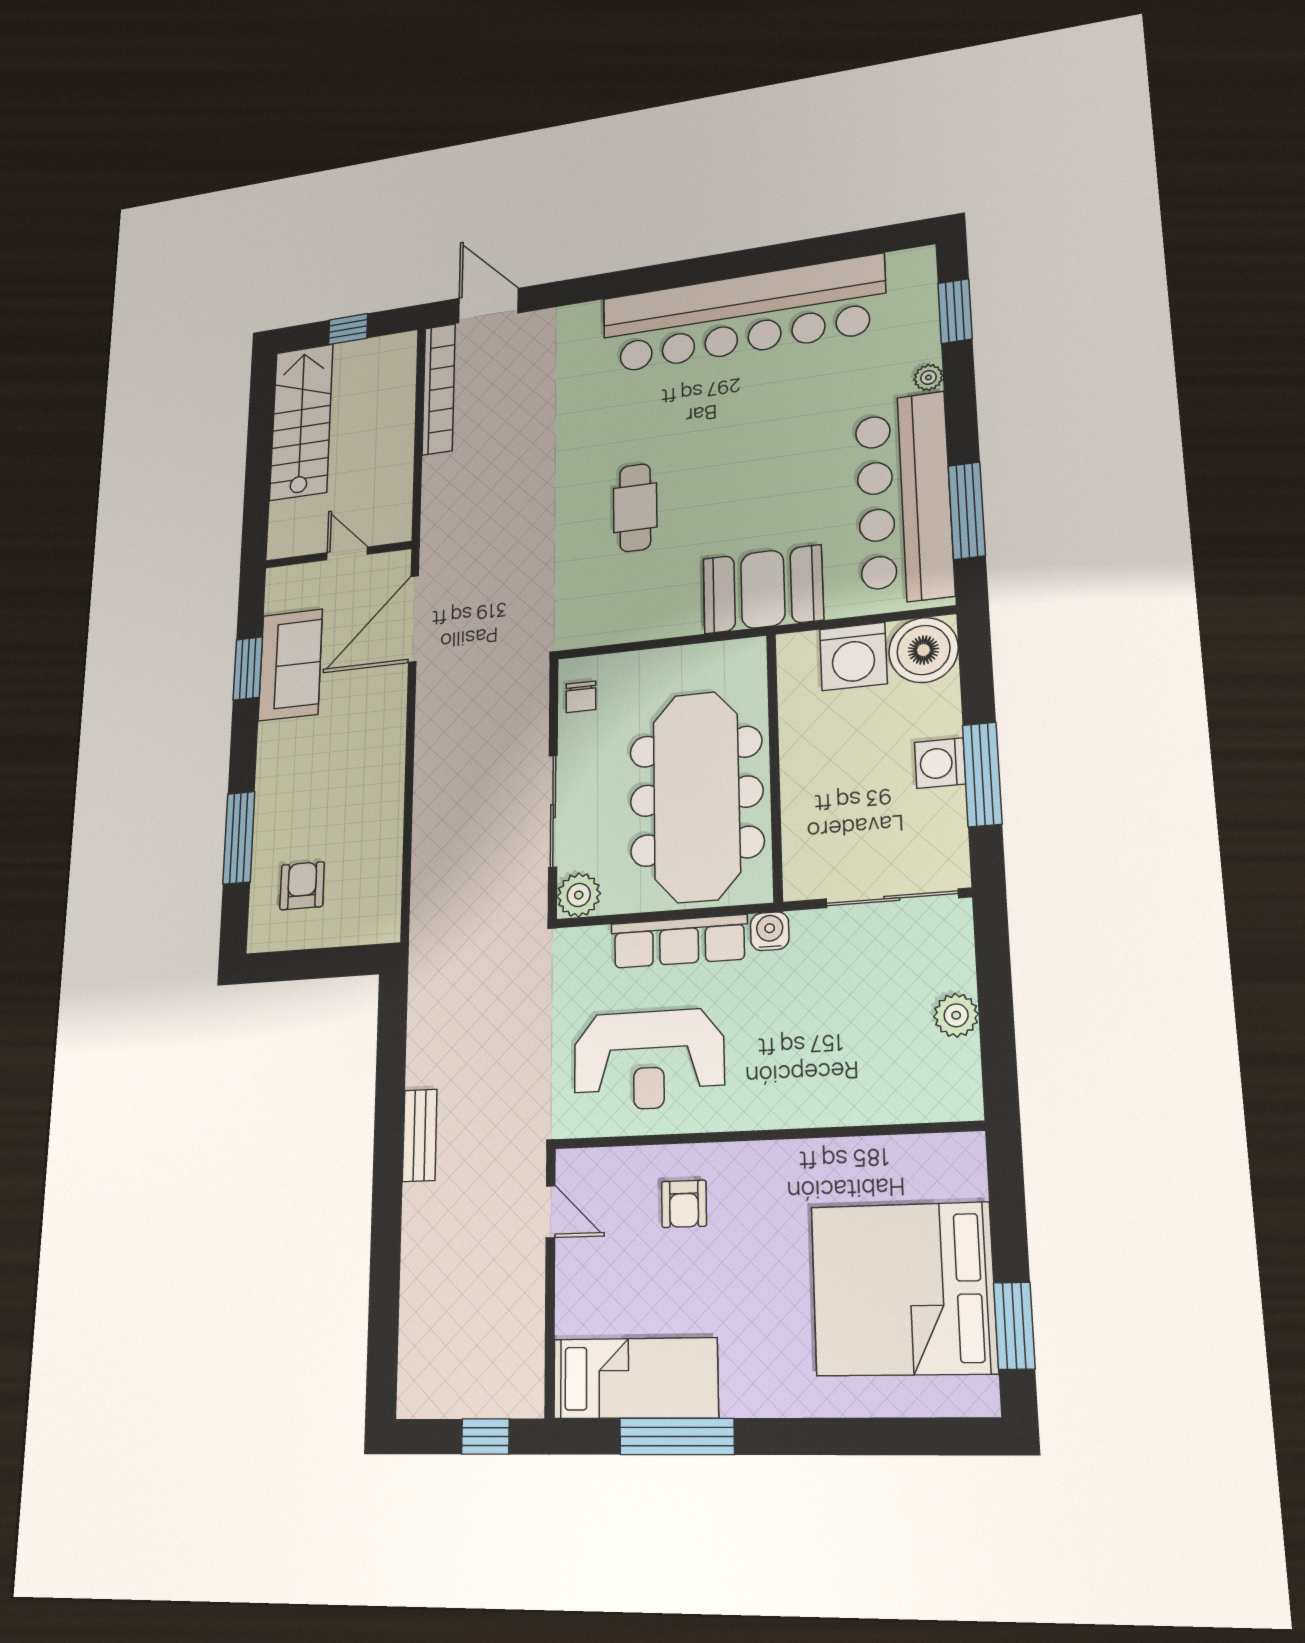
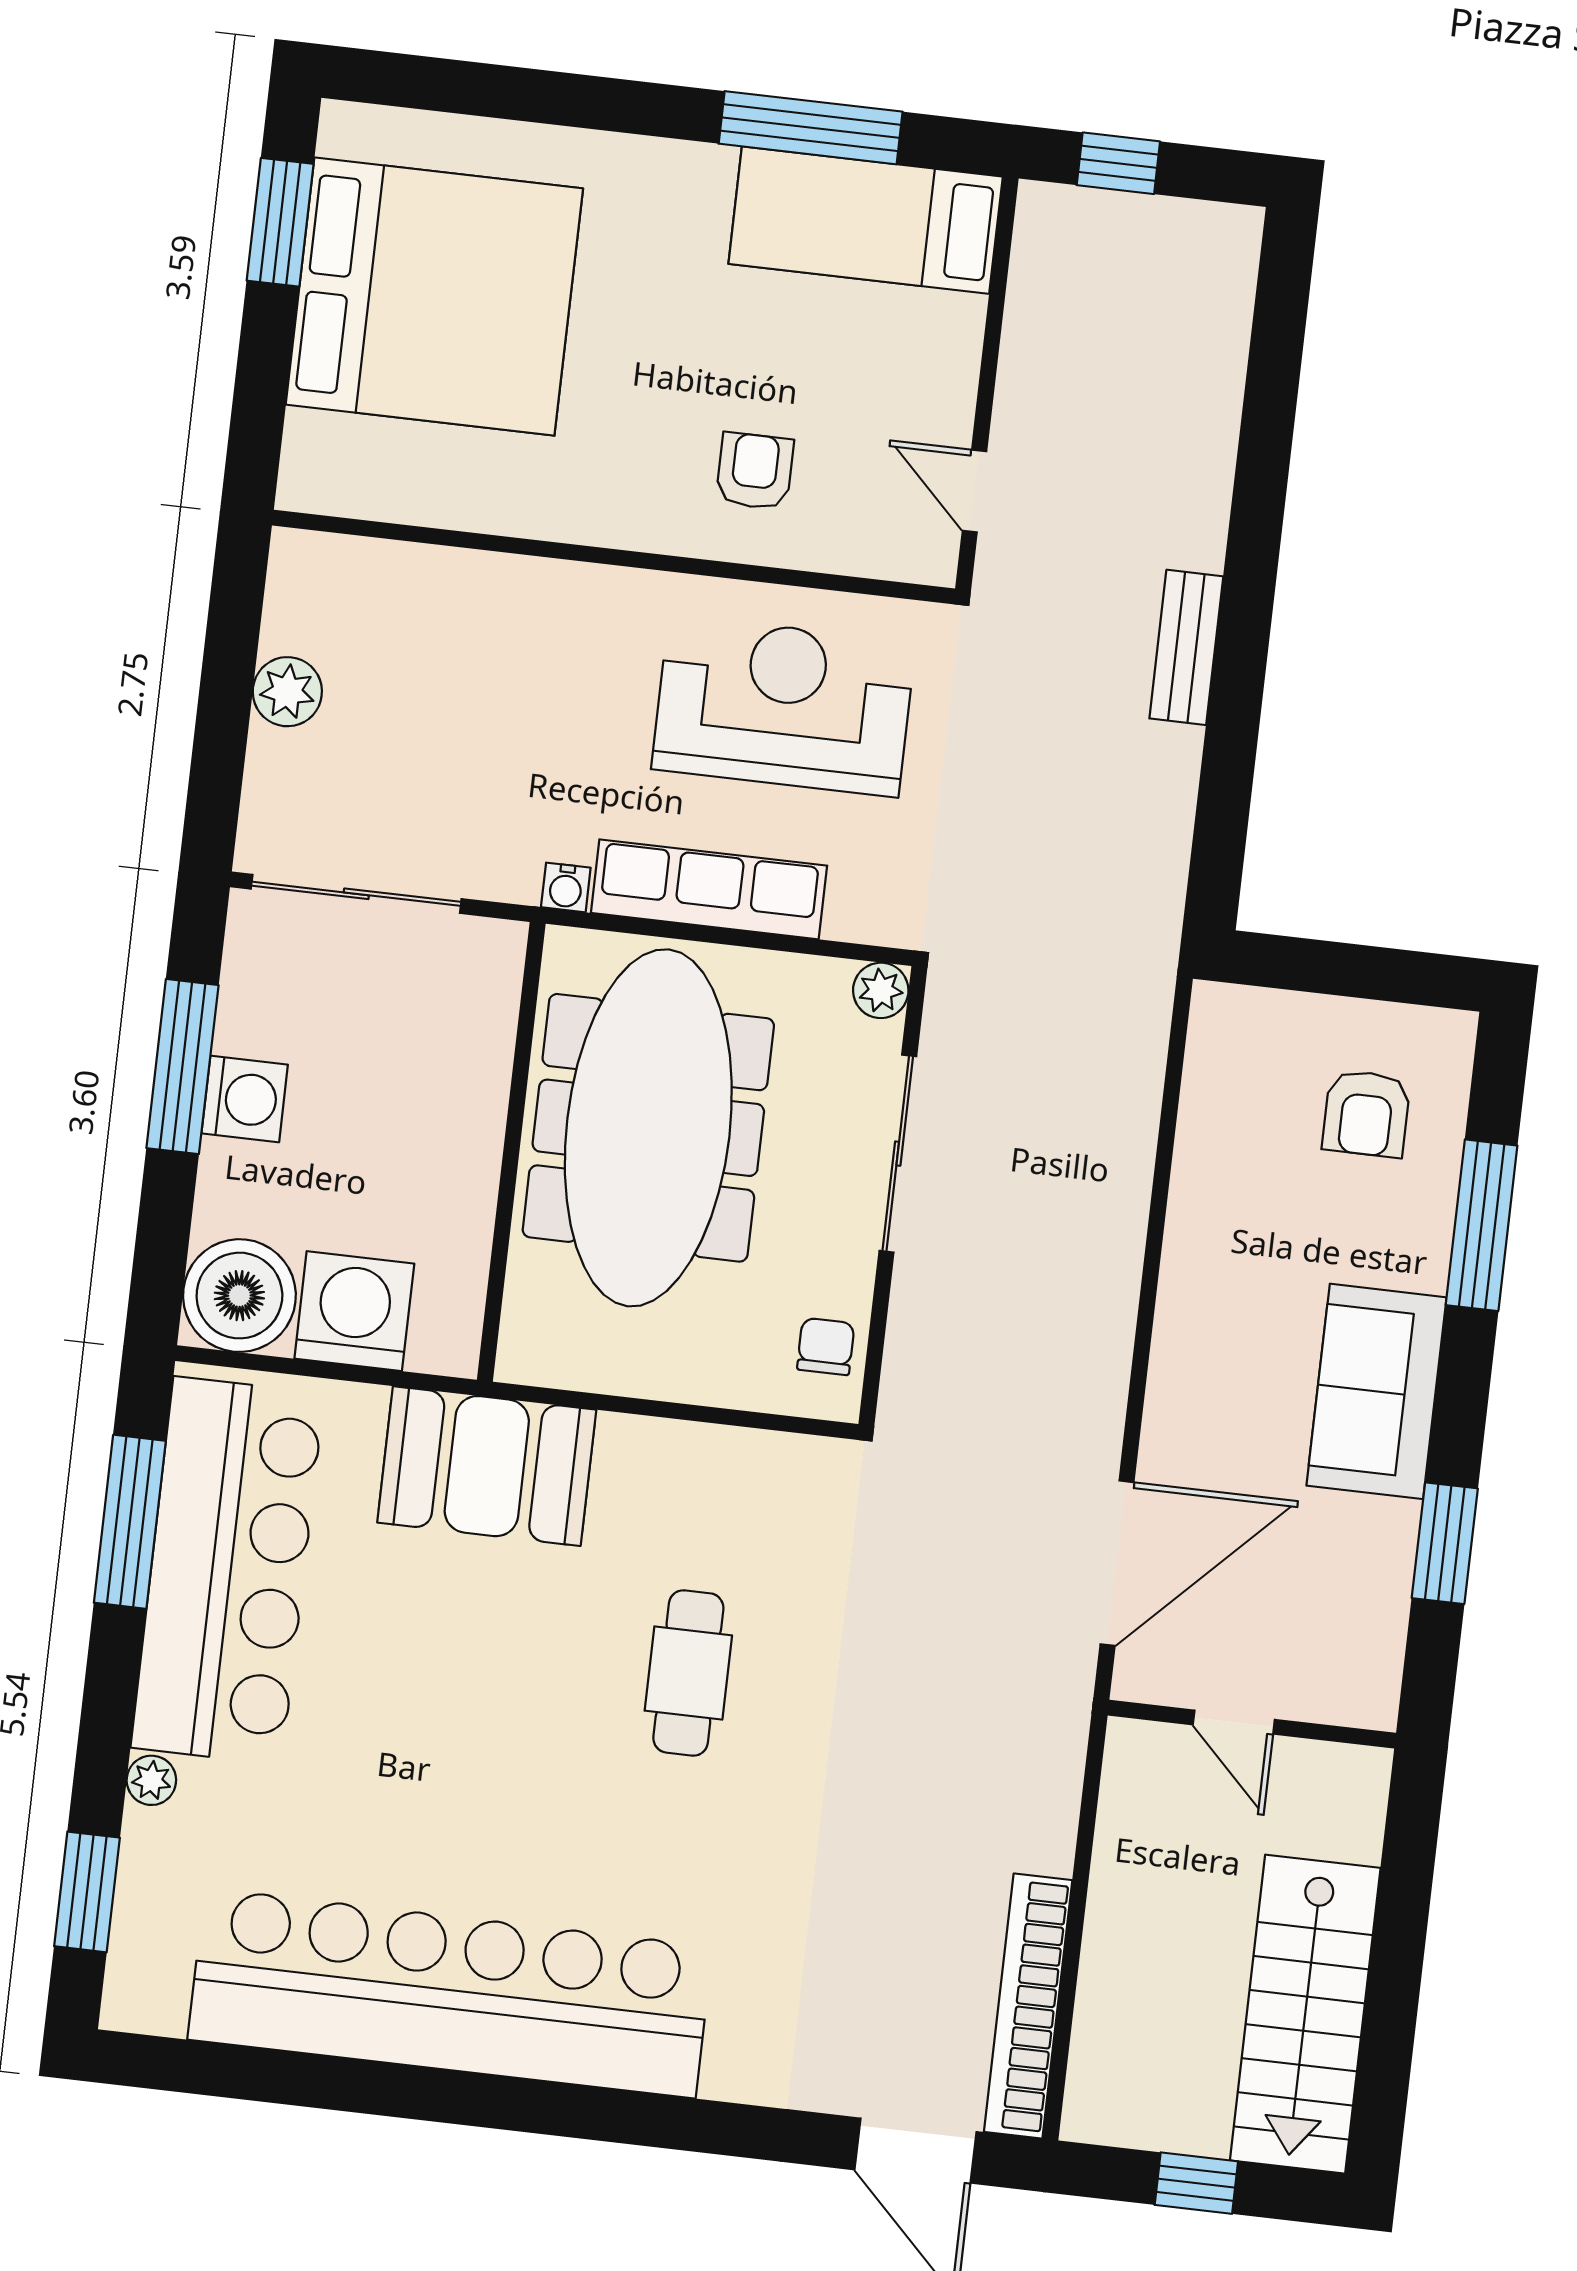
sofa: (290, 665) -> (1376, 1391), moved
plant: (579, 895) -> (881, 990), width x0.73, depth x0.73
water cooler: (770, 931) -> (566, 887), width x0.72, depth x0.72

